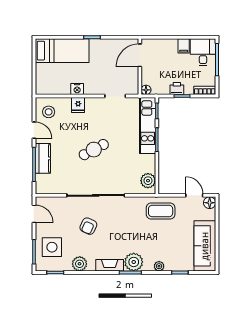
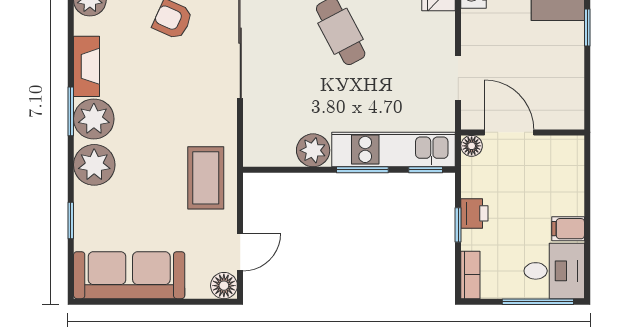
door: (140, 55) -> (509, 132), moved
plant: (148, 181) -> (313, 150), moved
plant: (159, 266) -> (94, 165), width x1.87, depth x1.87

